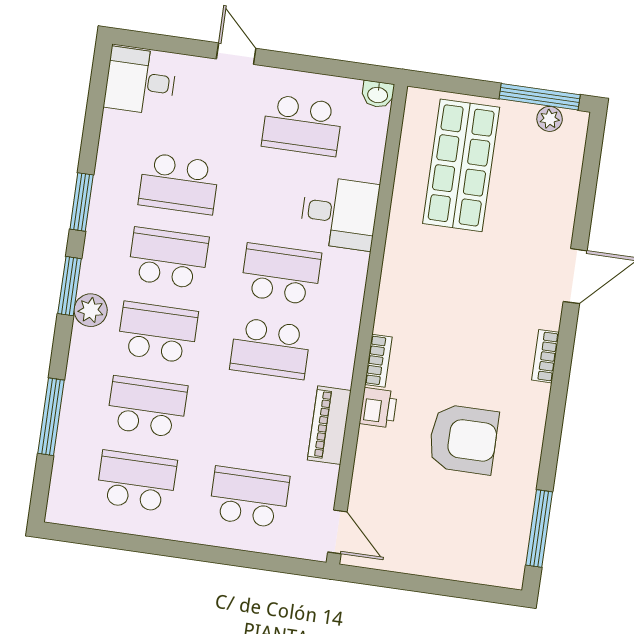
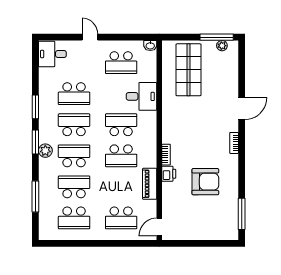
school desk: (136, 481) -> (74, 218), turned 180
school desk: (249, 497) -> (121, 218), turned 180
door: (337, 532) -> (159, 227), swing flipped

